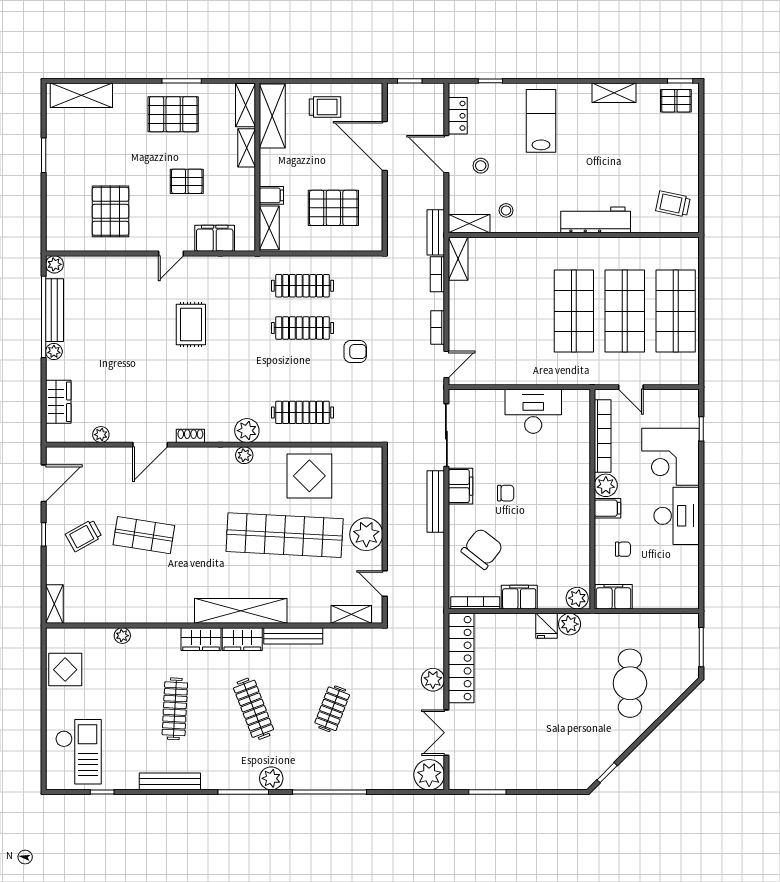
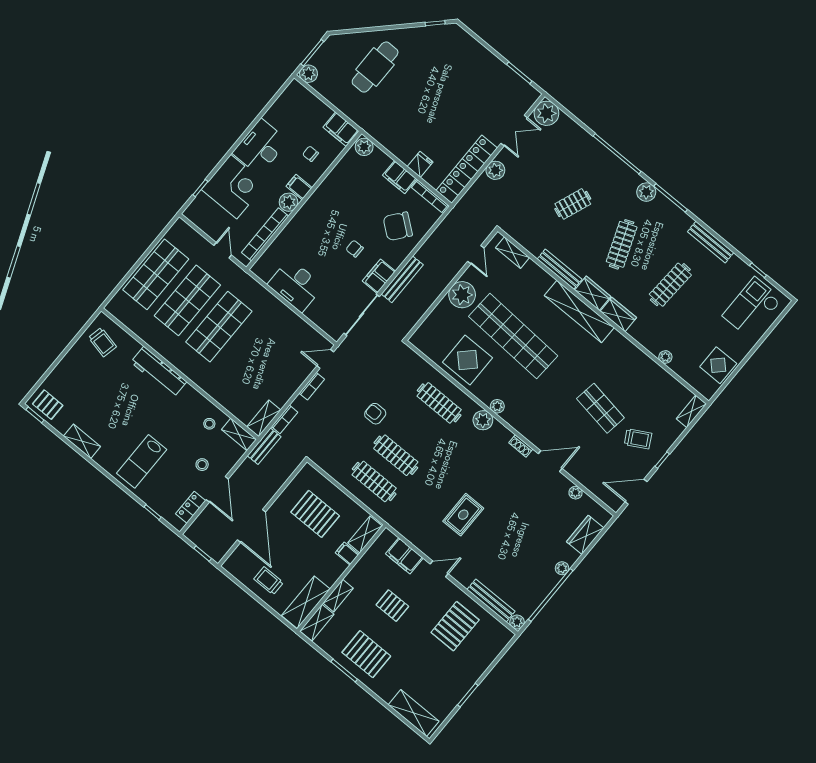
bench: (54, 310) -> (491, 600), moved, turned 90
plant: (570, 624) -> (308, 74), moved
fridge: (546, 626) -> (420, 164), moved

